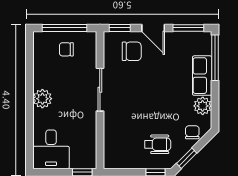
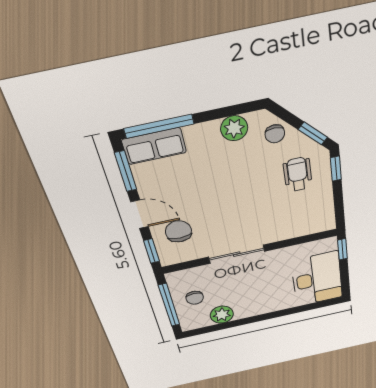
door: (153, 28) -> (140, 214), hinge flipped
row of seats: (202, 76) -> (154, 146), moved
plant: (42, 99) -> (222, 315), moved
chair: (192, 132) -> (275, 134), turned -90
desk: (51, 149) -> (317, 279), width x1.37

